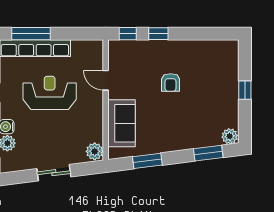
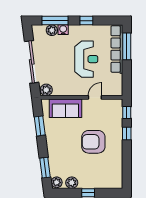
armchair: (171, 82) -> (93, 142), width x1.88, depth x1.88
plant: (230, 114) -> (72, 183), added
sliding door: (54, 173) -> (32, 62), width x1.86

